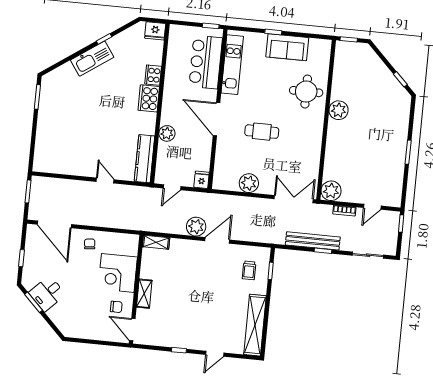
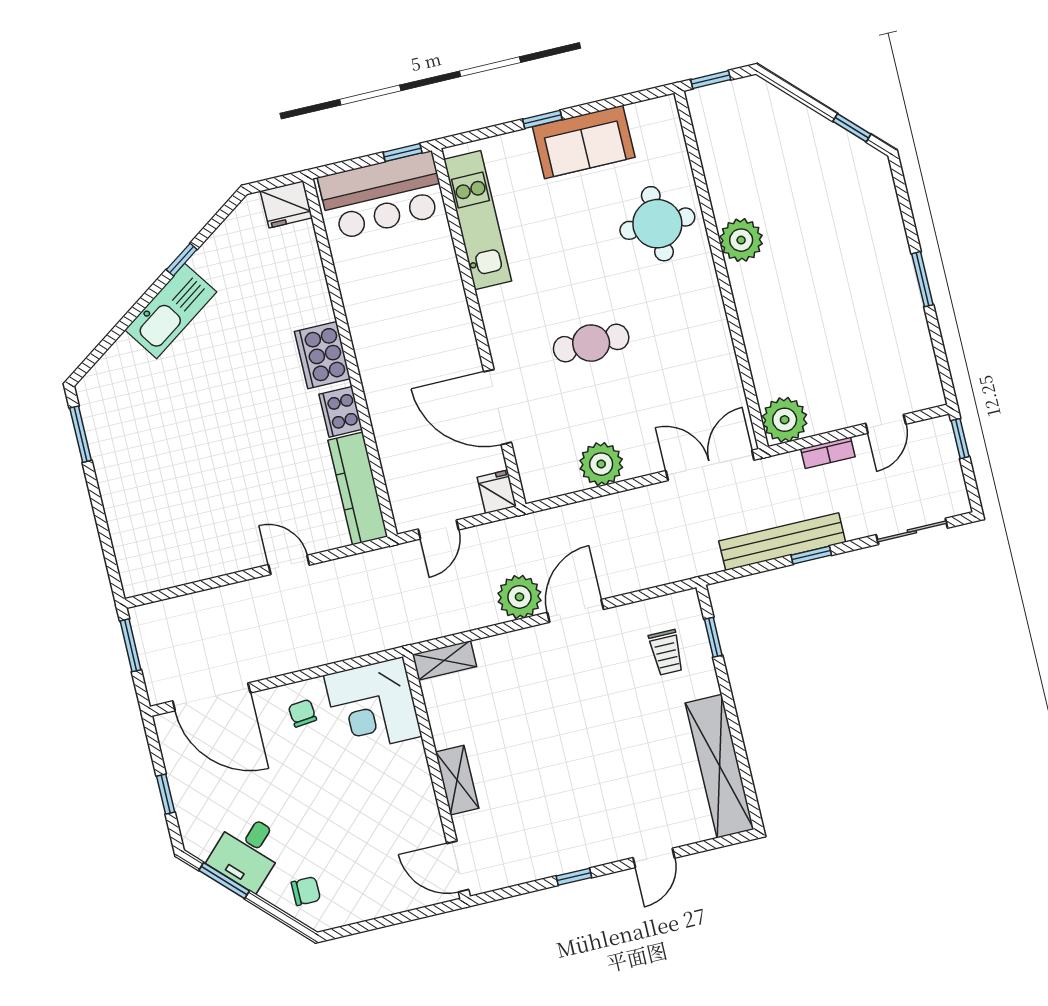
bar counter: (206, 62) -> (382, 196), moved, turned -90
cooker: (153, 75) -> (341, 412), moved
door: (216, 119) -> (498, 407), moved
plant: (167, 133) -> (387, 417), removed
corner desk: (118, 273) -> (373, 706), moved
chair: (116, 307) -> (306, 891), moved

